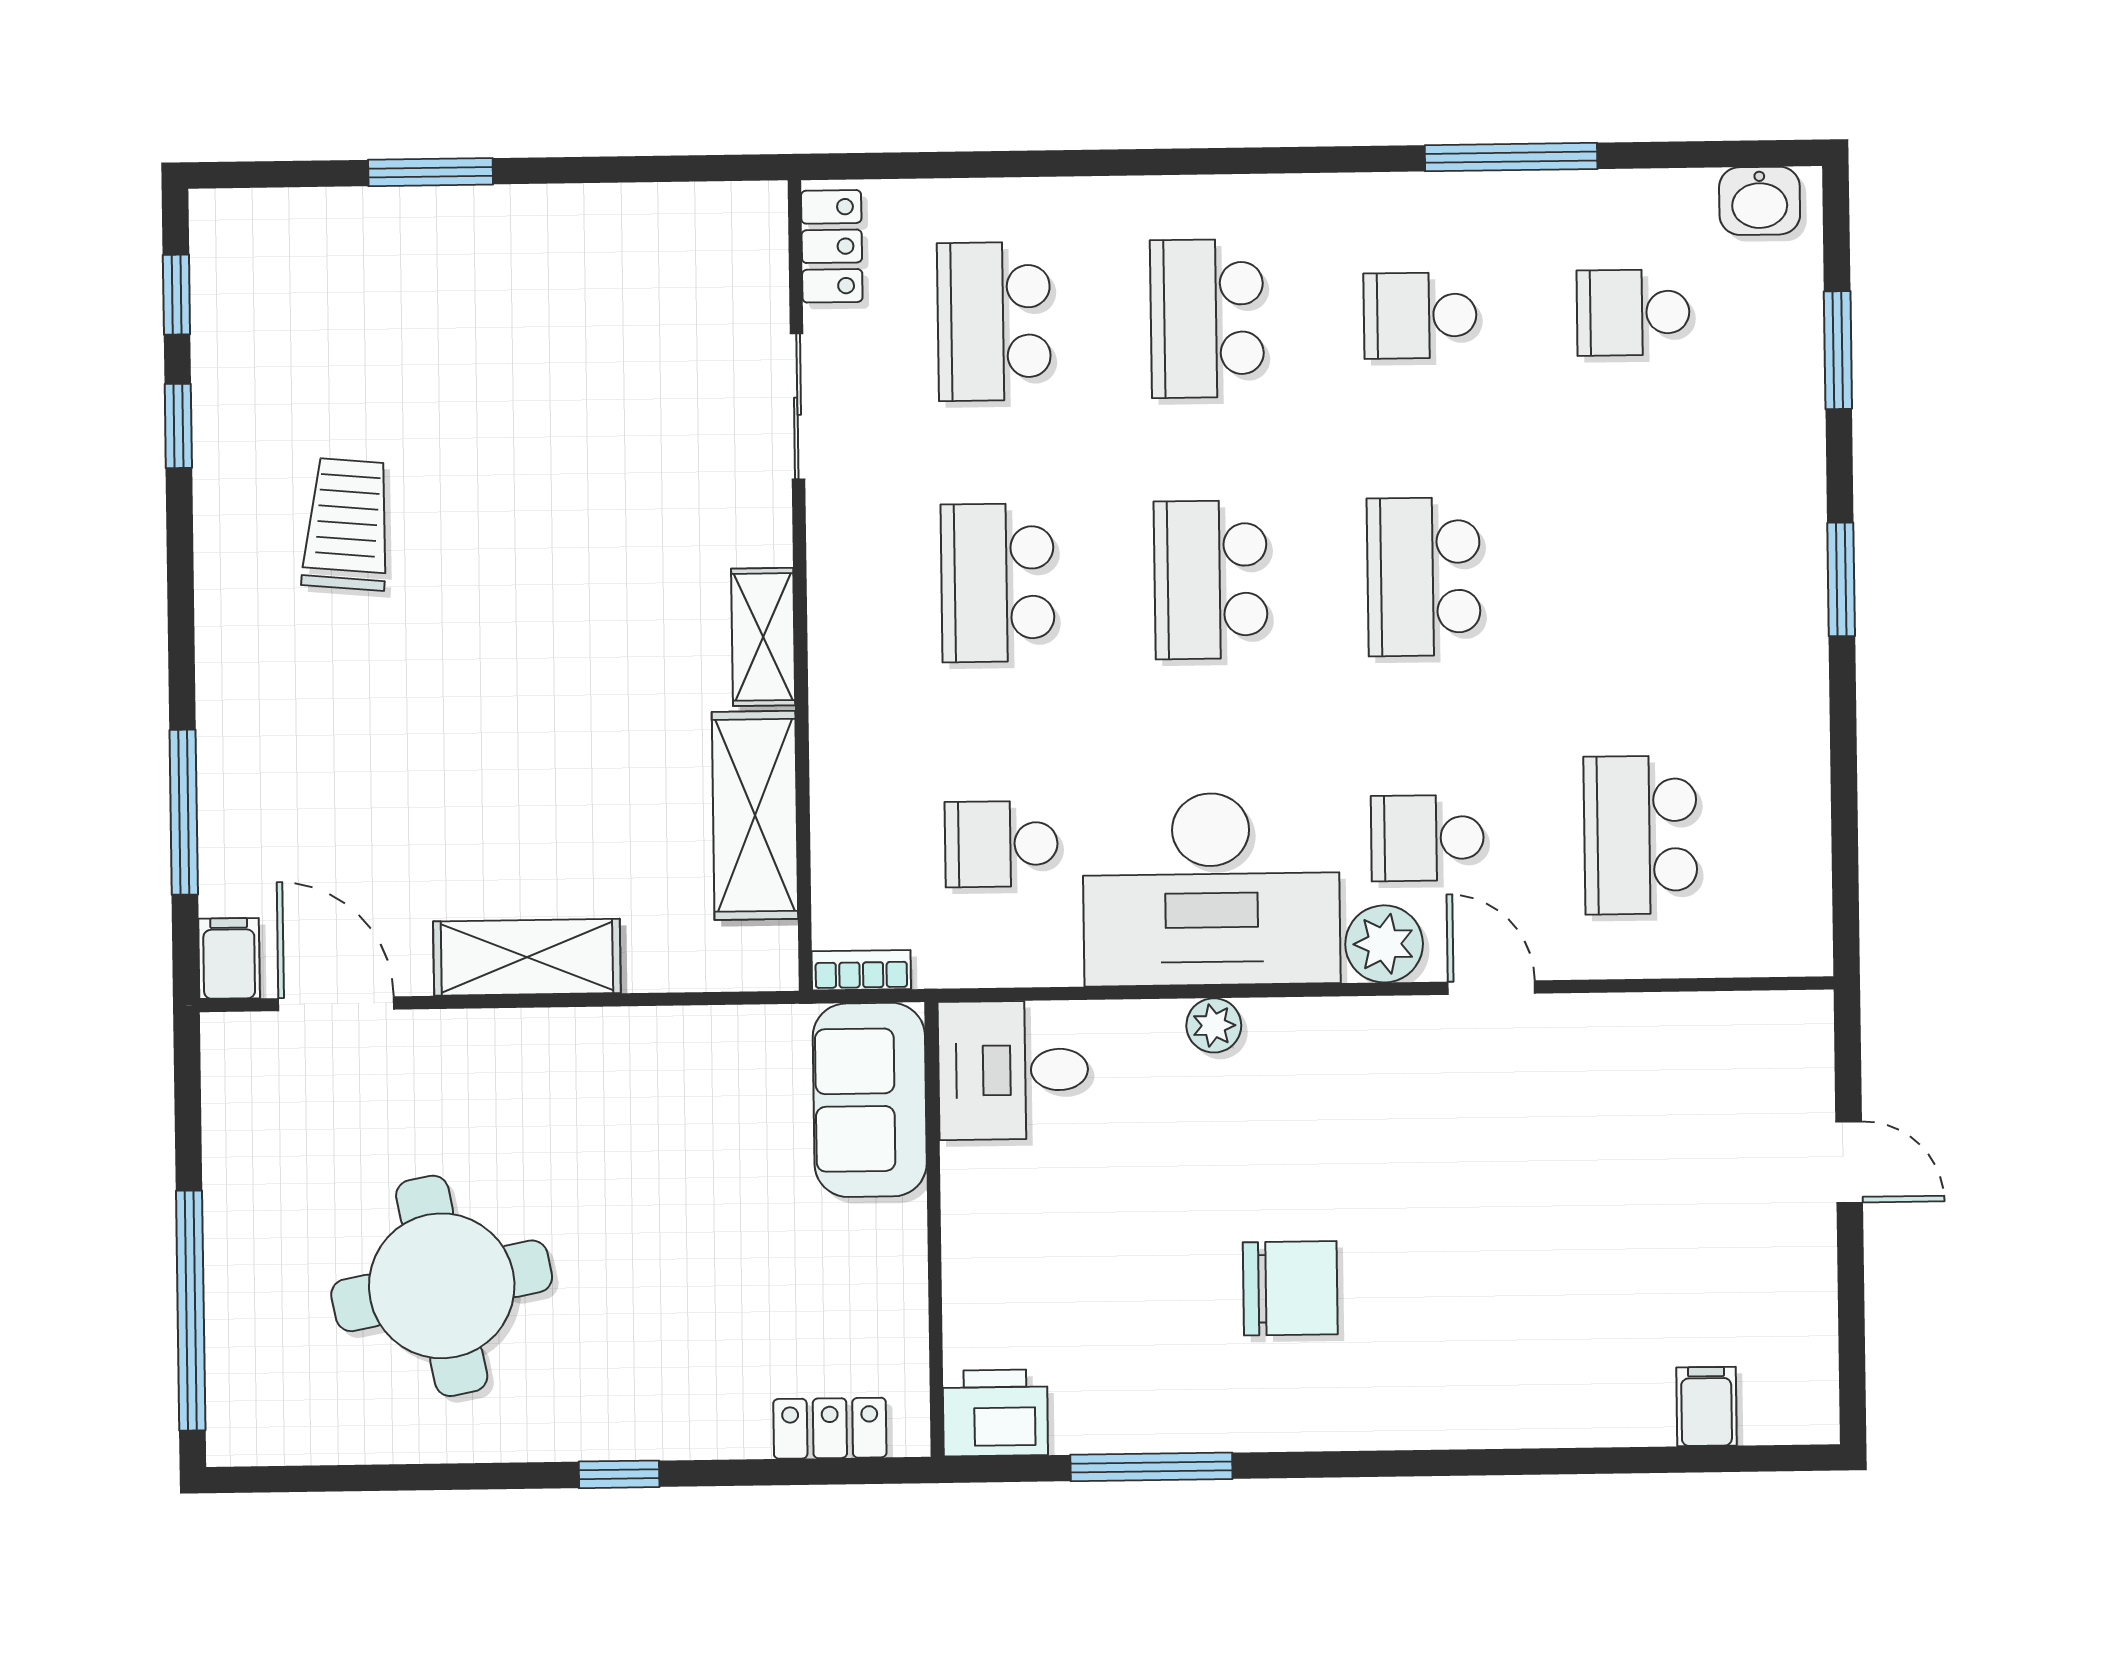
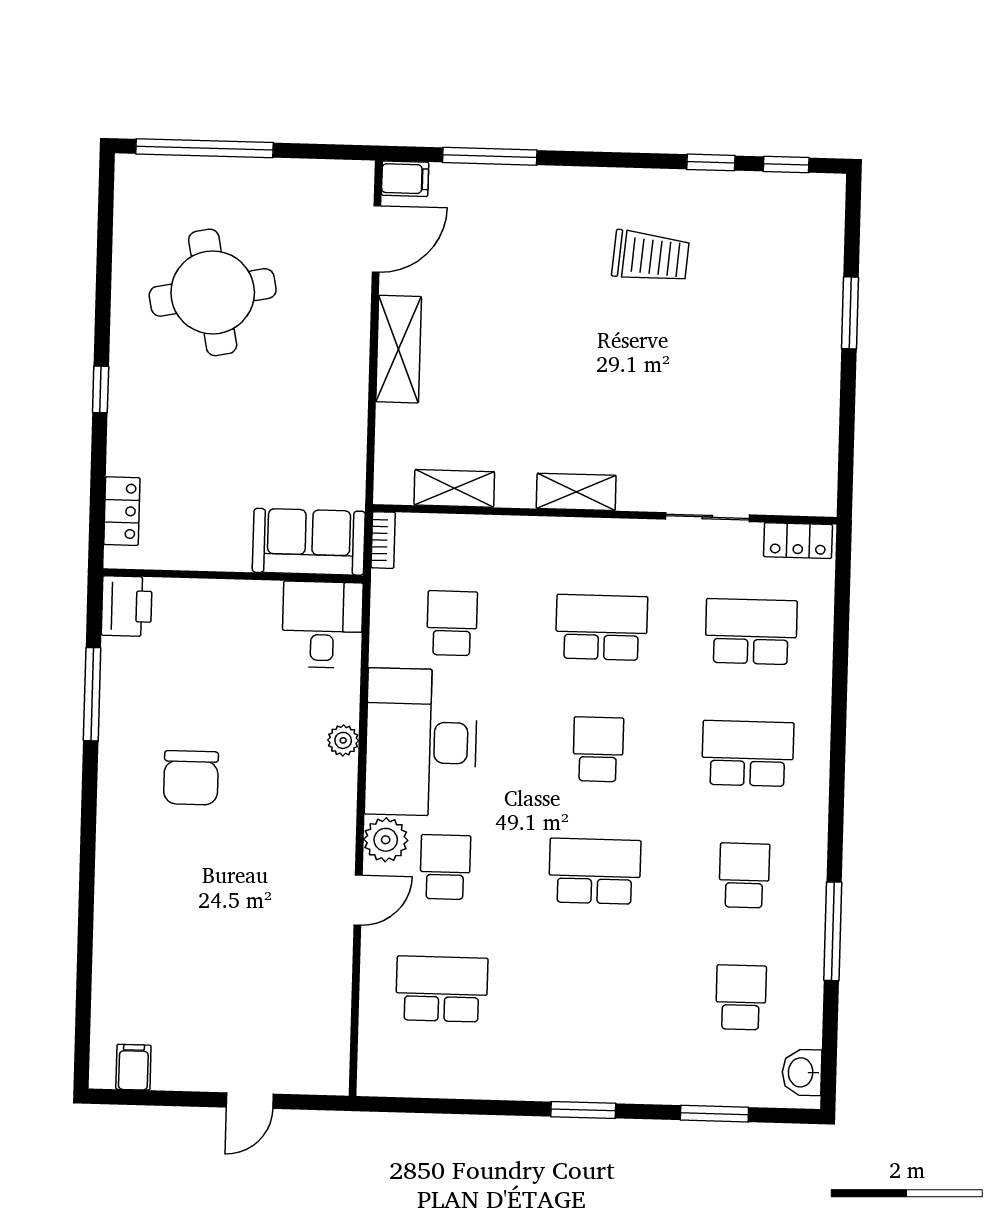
school desk: (1211, 580) -> (598, 749), width x0.54
shelving: (755, 815) -> (454, 488), width x0.67, depth x0.75
filing cabinet: (1706, 1406) -> (133, 1067), moved, turned -90

